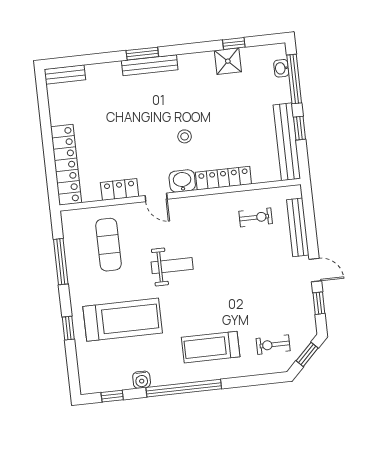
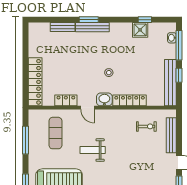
bench: (65, 74) -> (63, 27), moved
weight bench: (172, 266) -> (93, 150), turned 180

